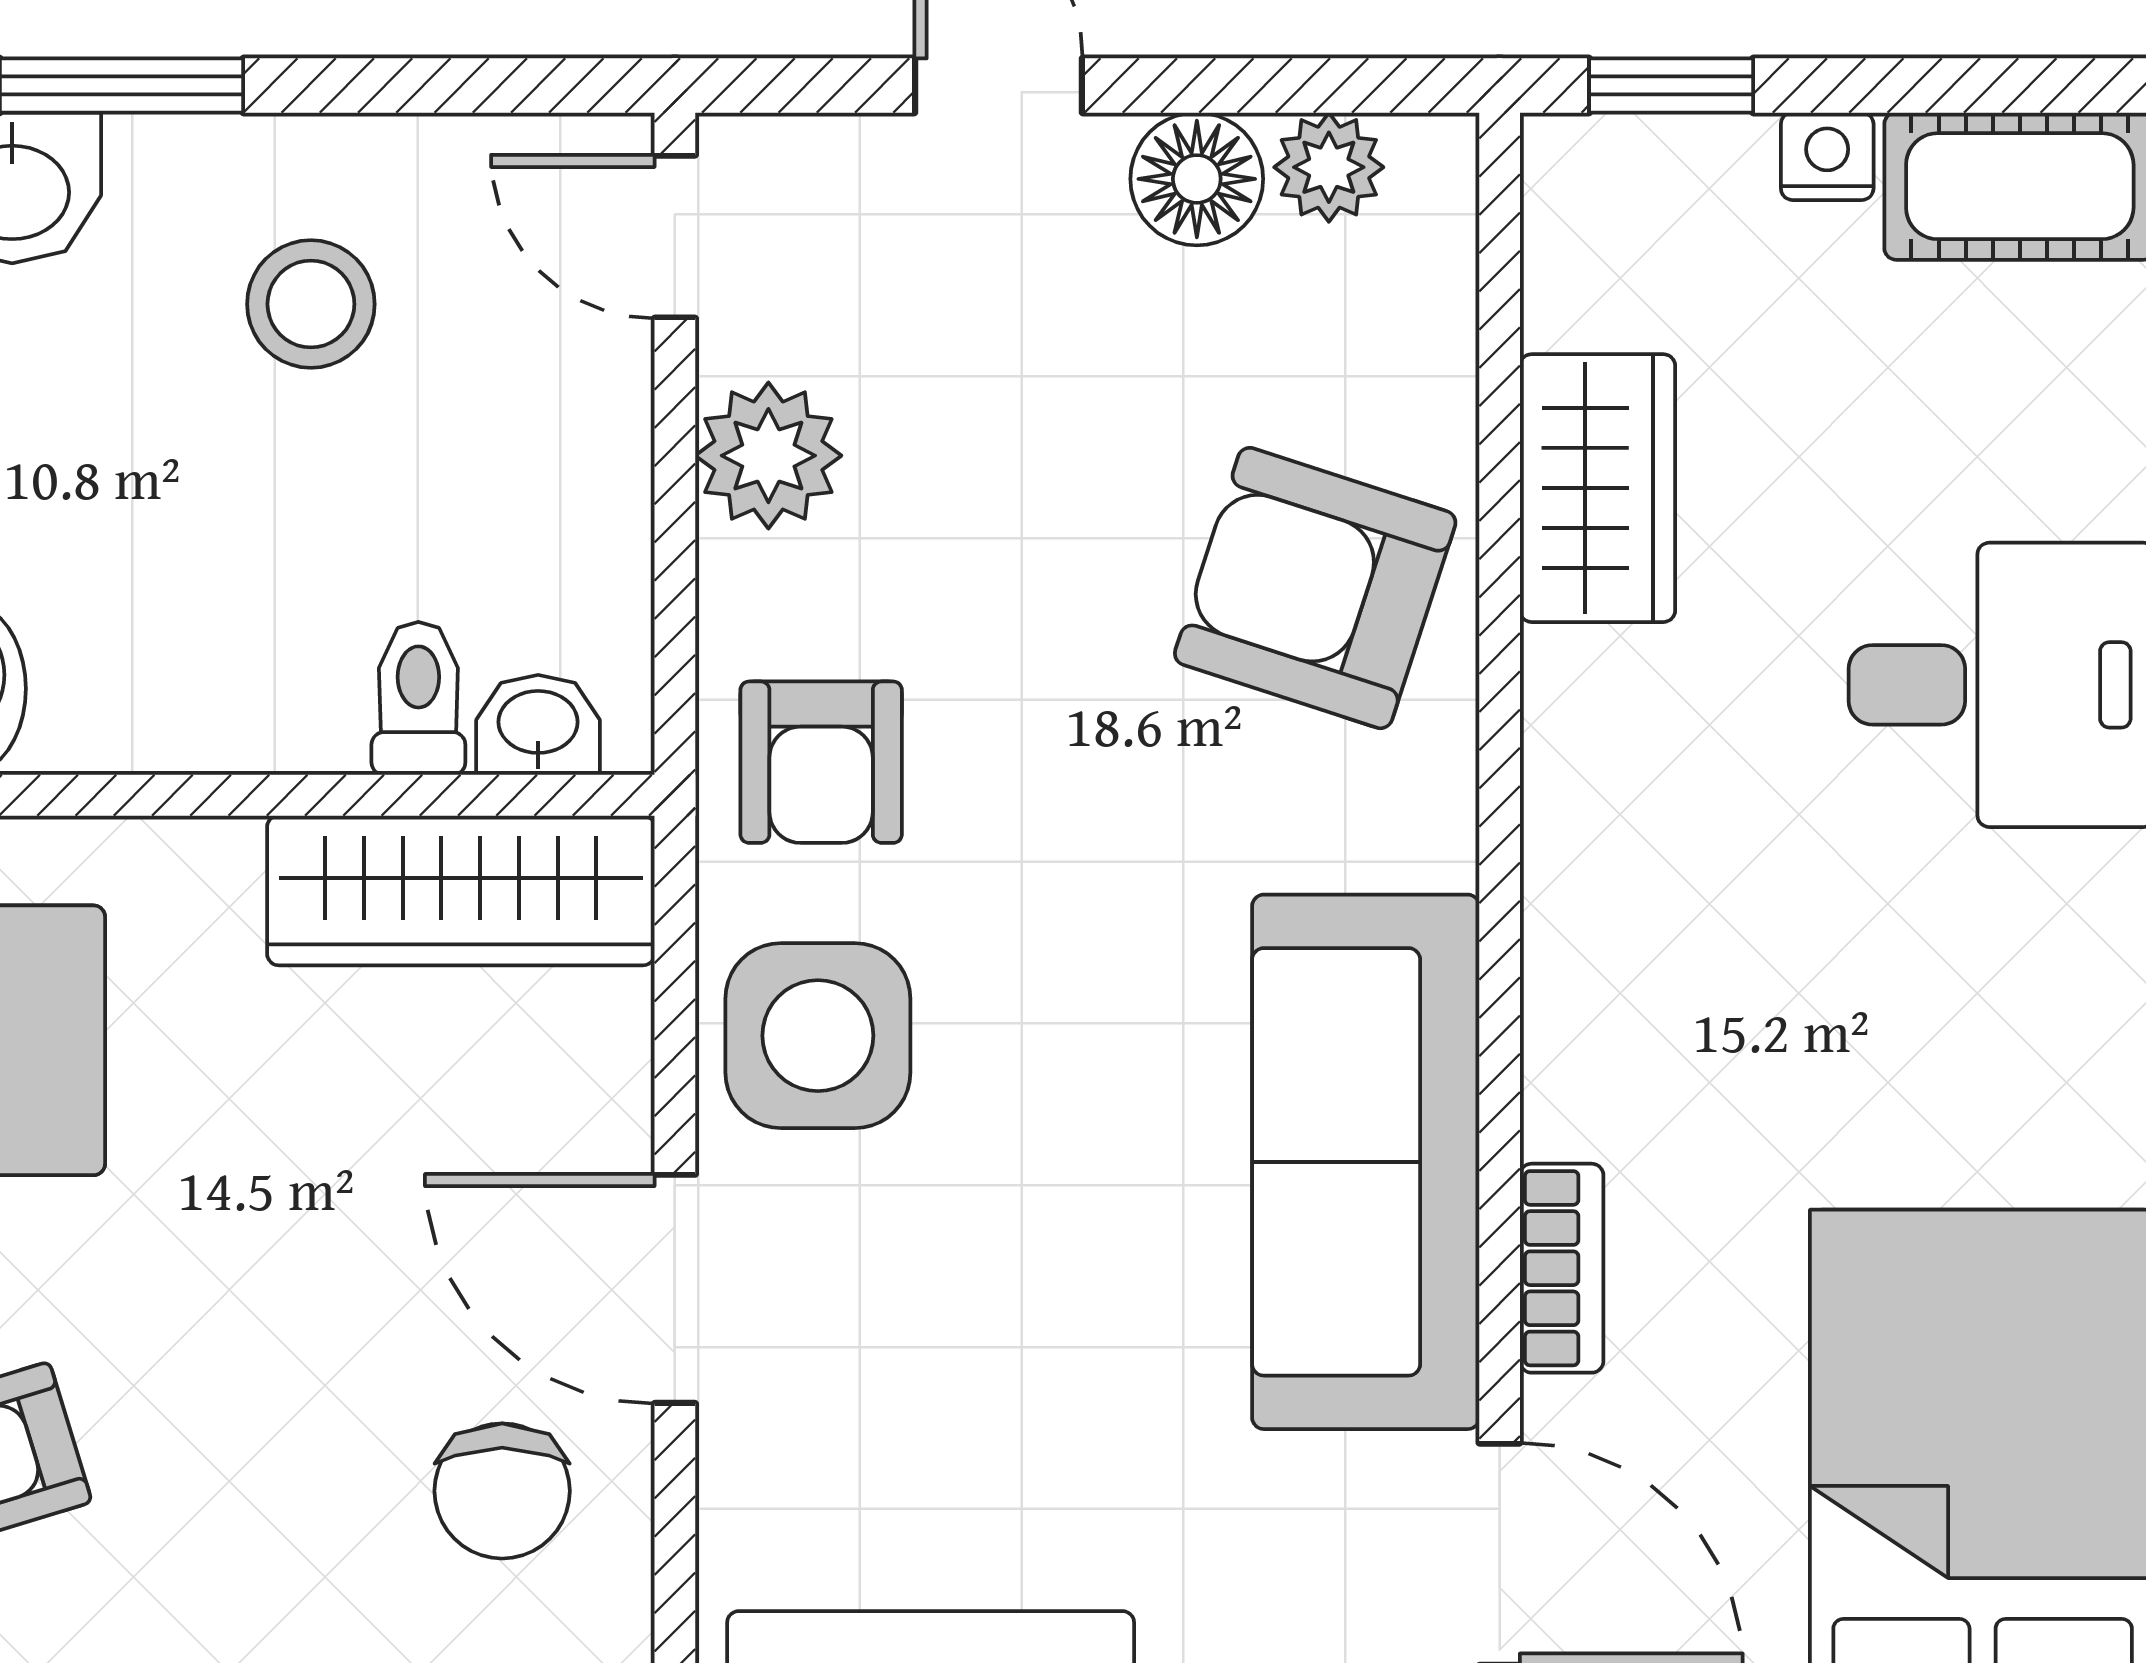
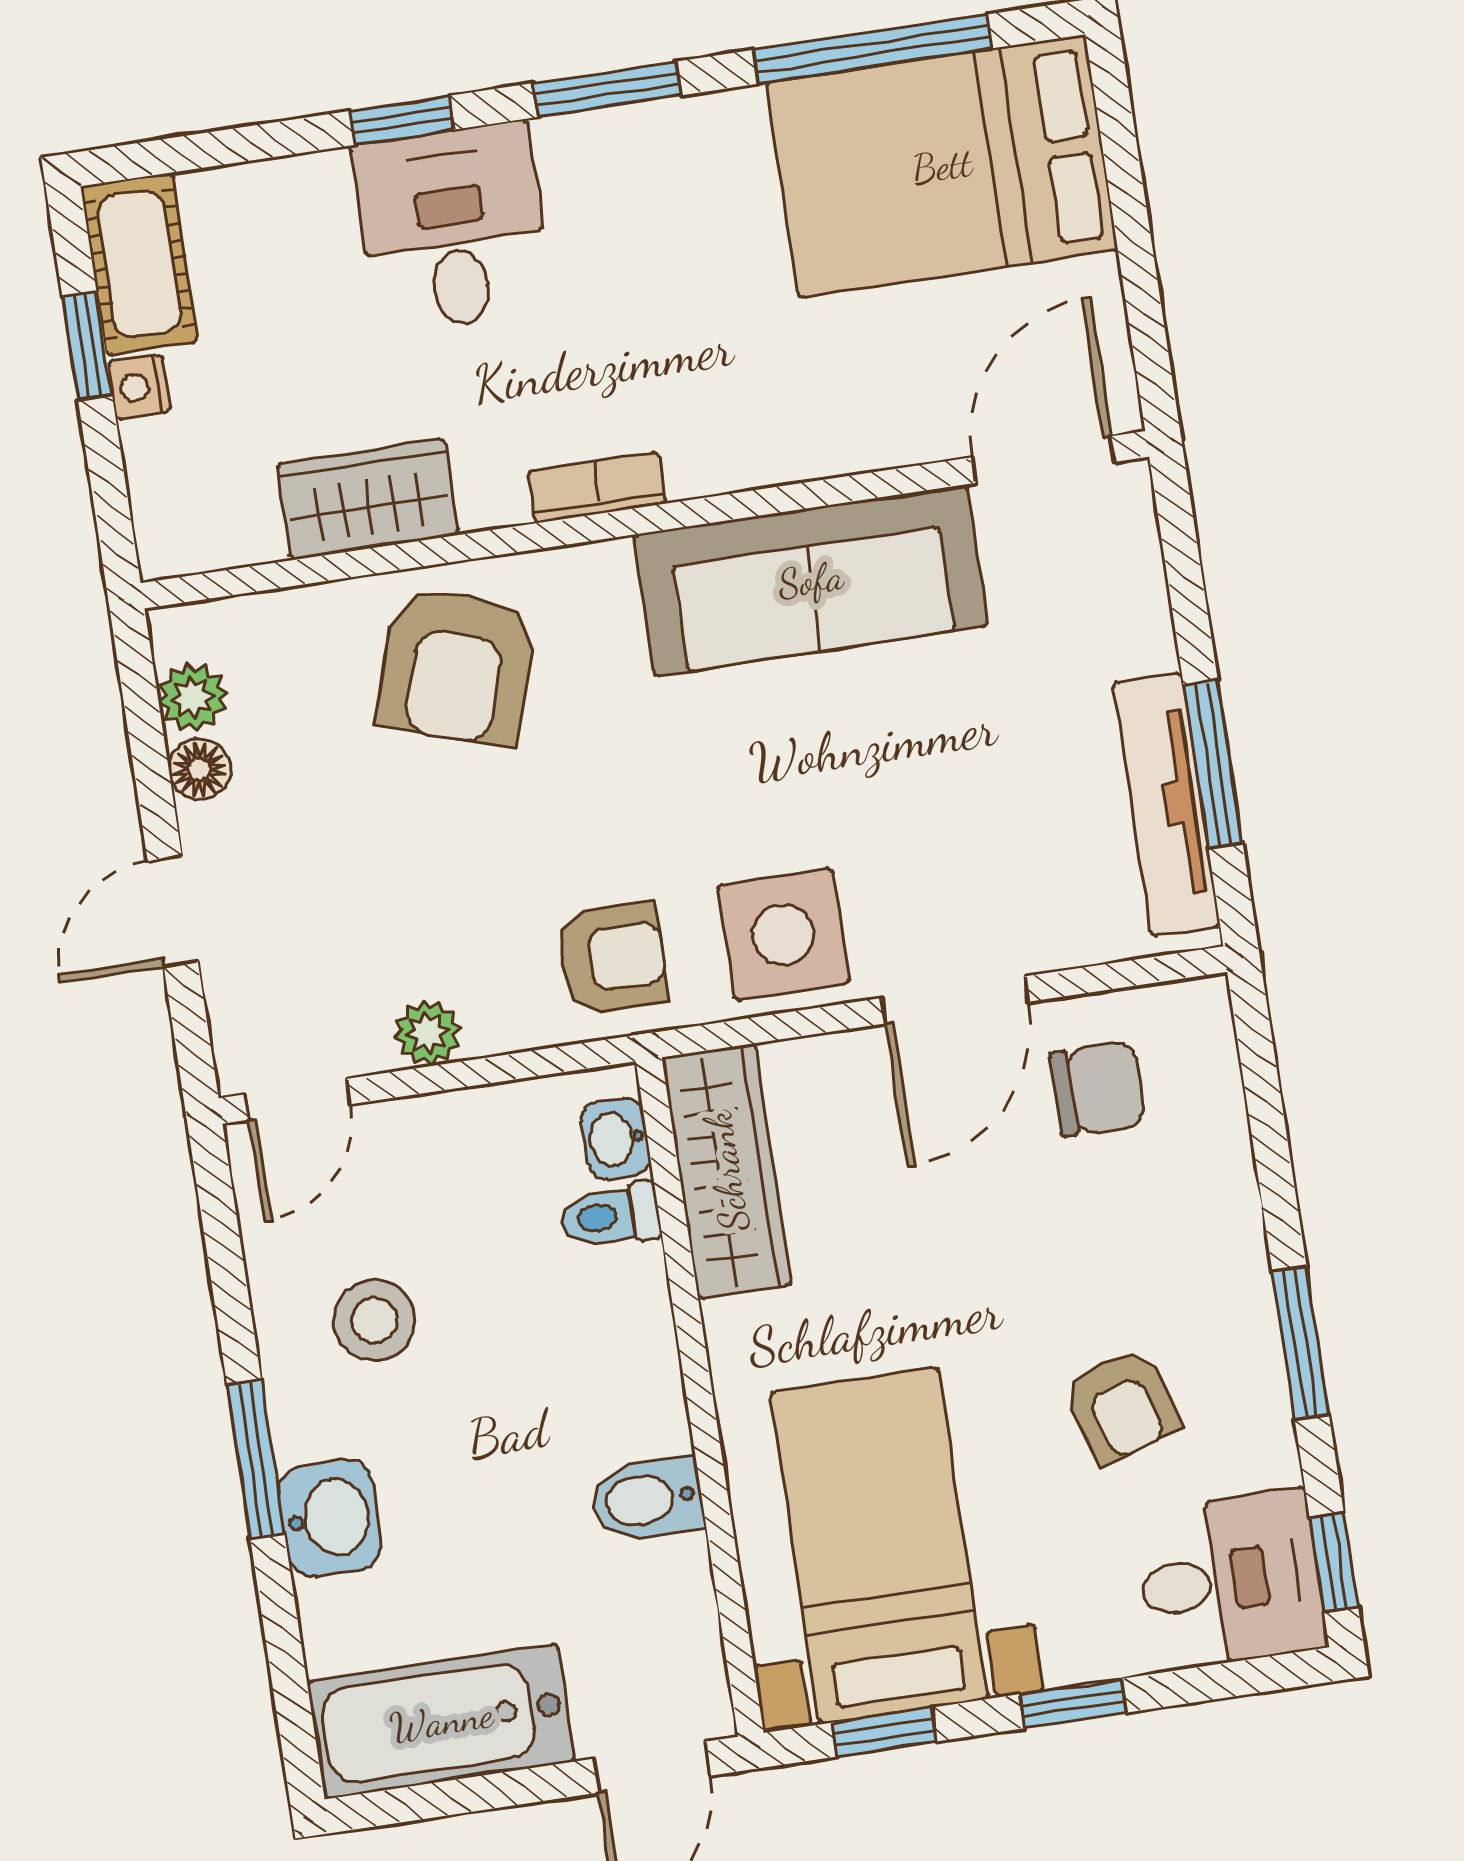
window: (1671, 85) -> (87, 346), moved
floor lamp: (1197, 179) -> (200, 769), width x0.73, depth x0.73
plant: (768, 456) -> (428, 1033), width x0.73, depth x0.73
bookcase: (1562, 1268) -> (597, 487), moved

